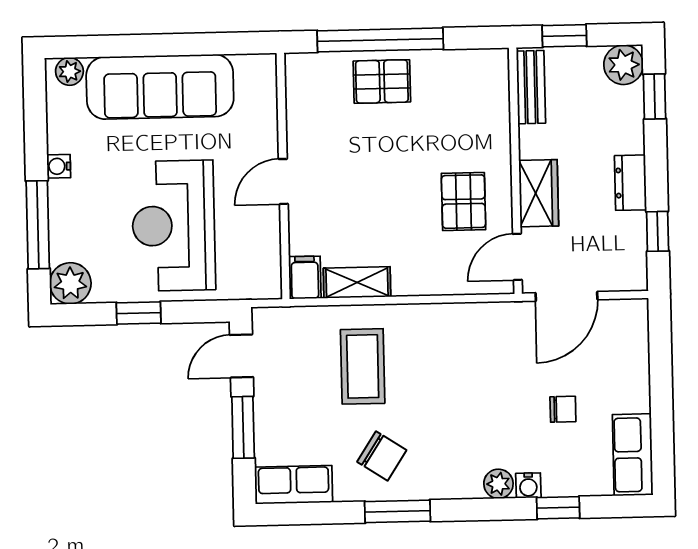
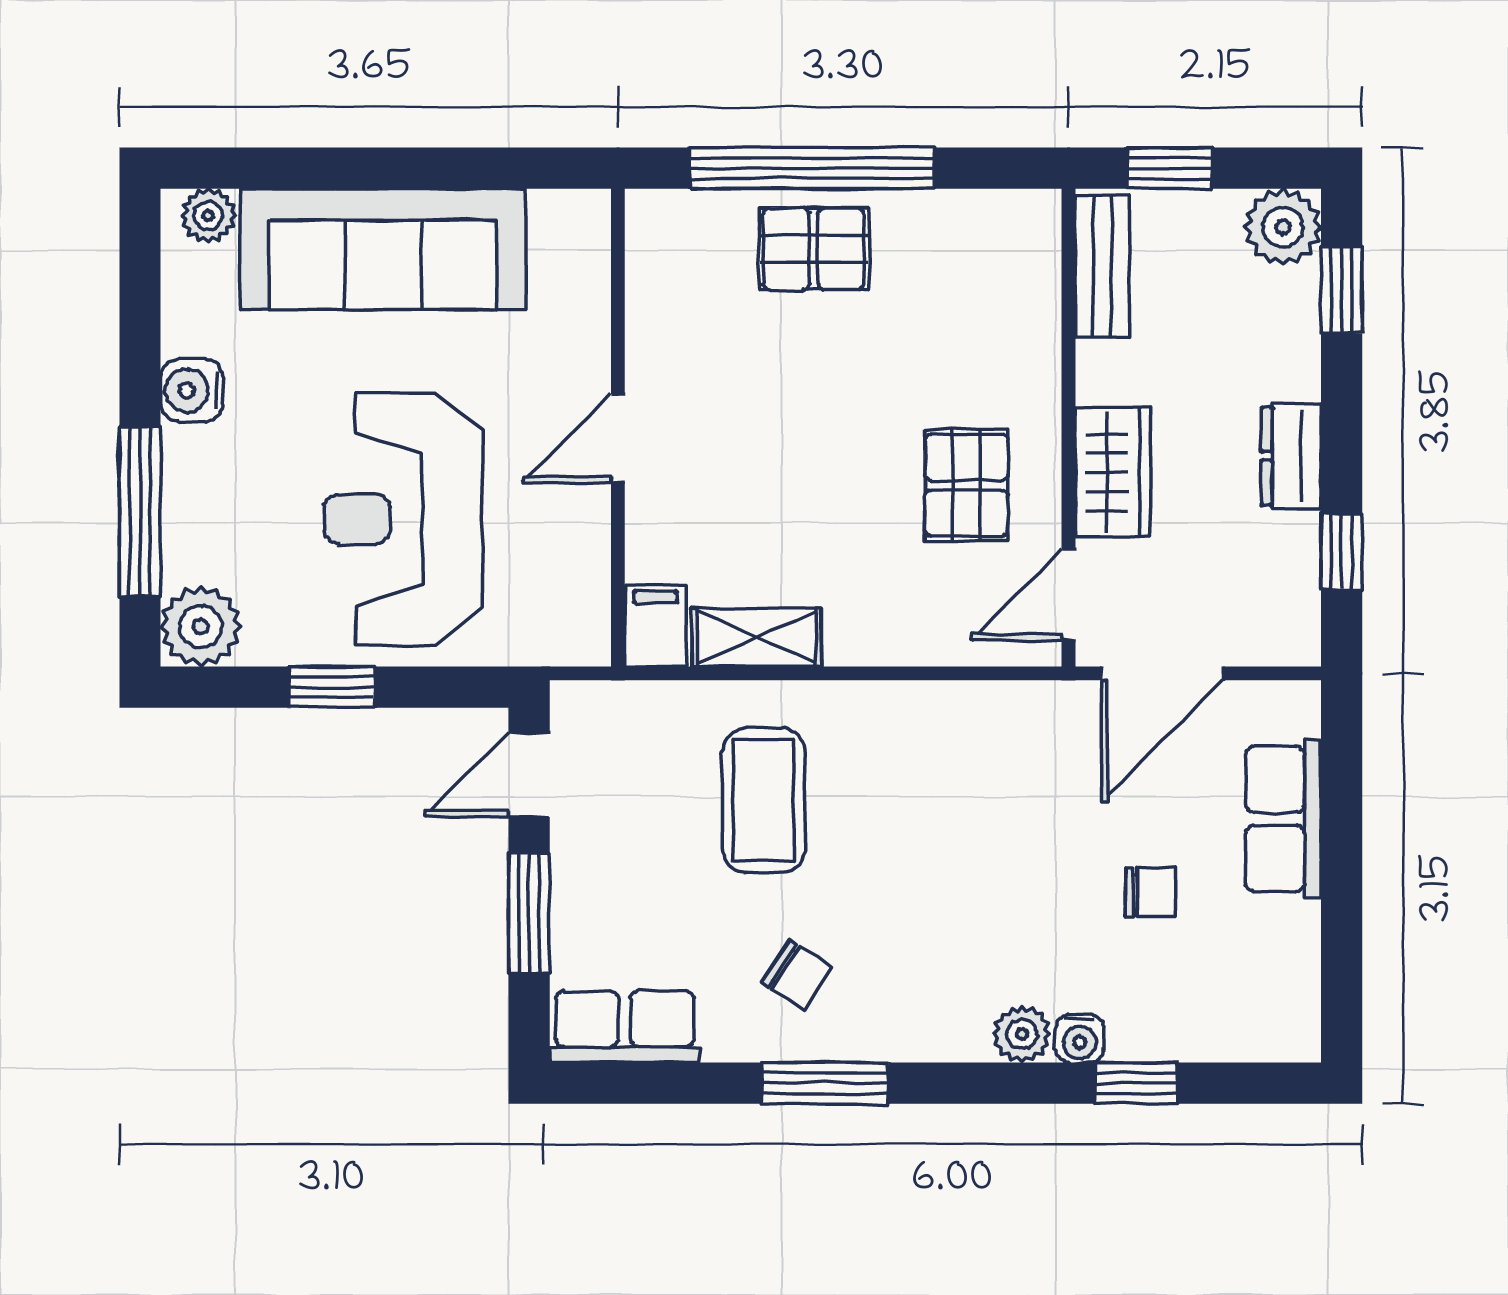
water cooler: (59, 166) -> (192, 390), width x1.38, depth x1.38
row of seats: (633, 455) -> (1283, 819), moved
chair: (382, 456) -> (797, 975), width x0.73, depth x0.73

